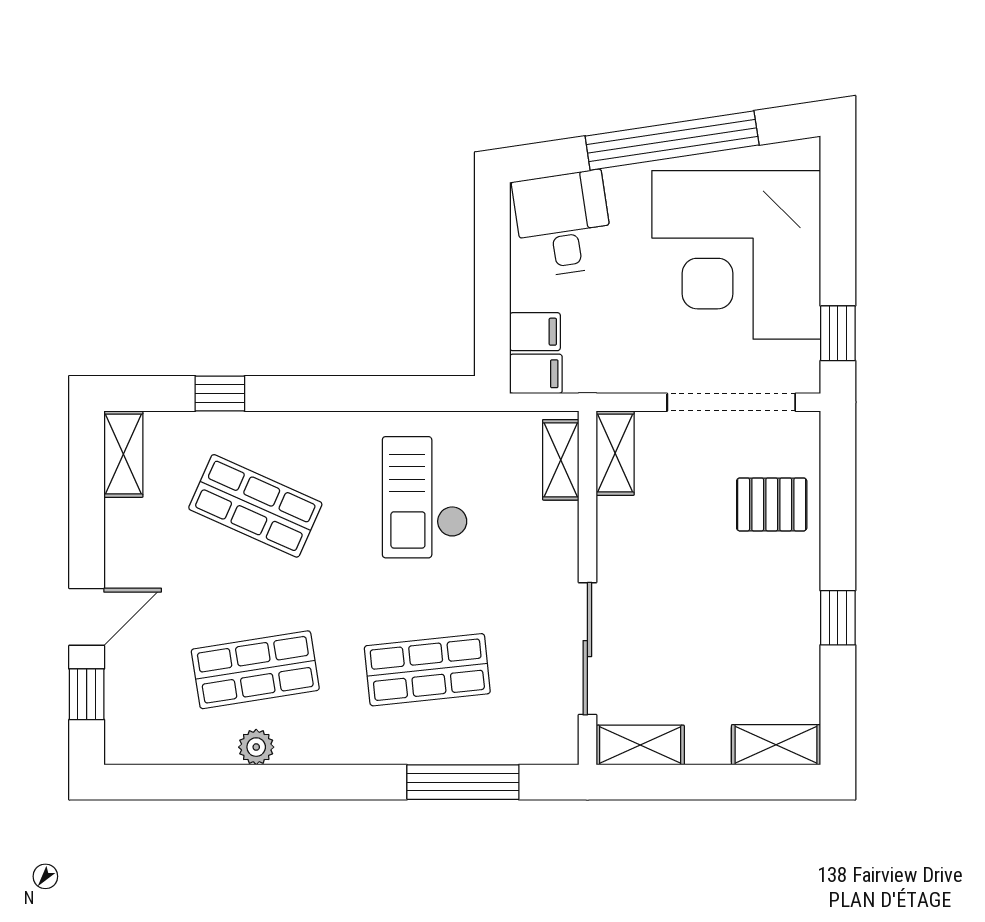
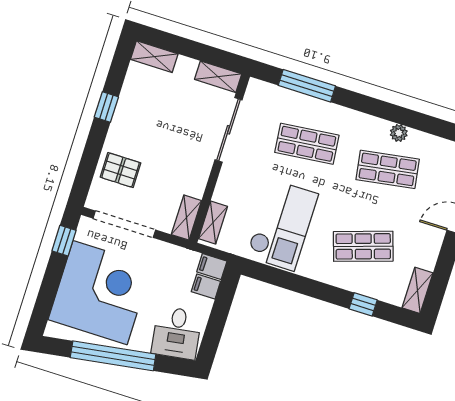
checkout: (425, 497) -> (282, 225), width x1.36, depth x1.21
shop shelf: (255, 506) -> (363, 246), turned -42

